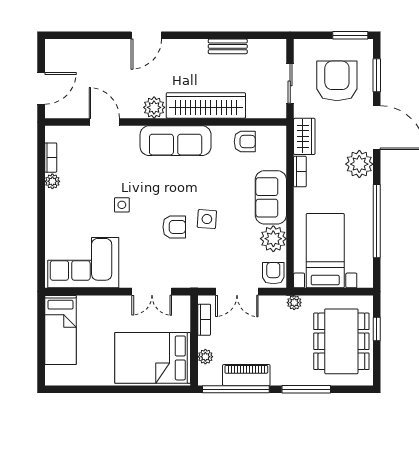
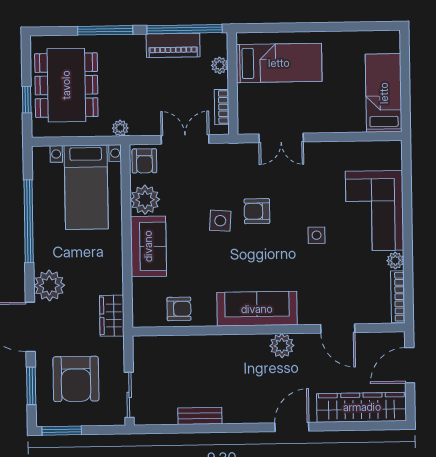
sliding door: (290, 83) -> (129, 395), moved
wardrobe: (206, 105) -> (362, 407), moved, turned 180
armchair: (245, 142) -> (179, 309), turned 180
bookcase: (51, 158) -> (398, 297), width x1.56
bookcase: (300, 171) -> (116, 276), removed
corner sofa: (83, 263) -> (375, 211), moved, turned 90
double door: (152, 292) -> (281, 138), swing flipped
bed: (153, 358) -> (279, 63), width x0.67

